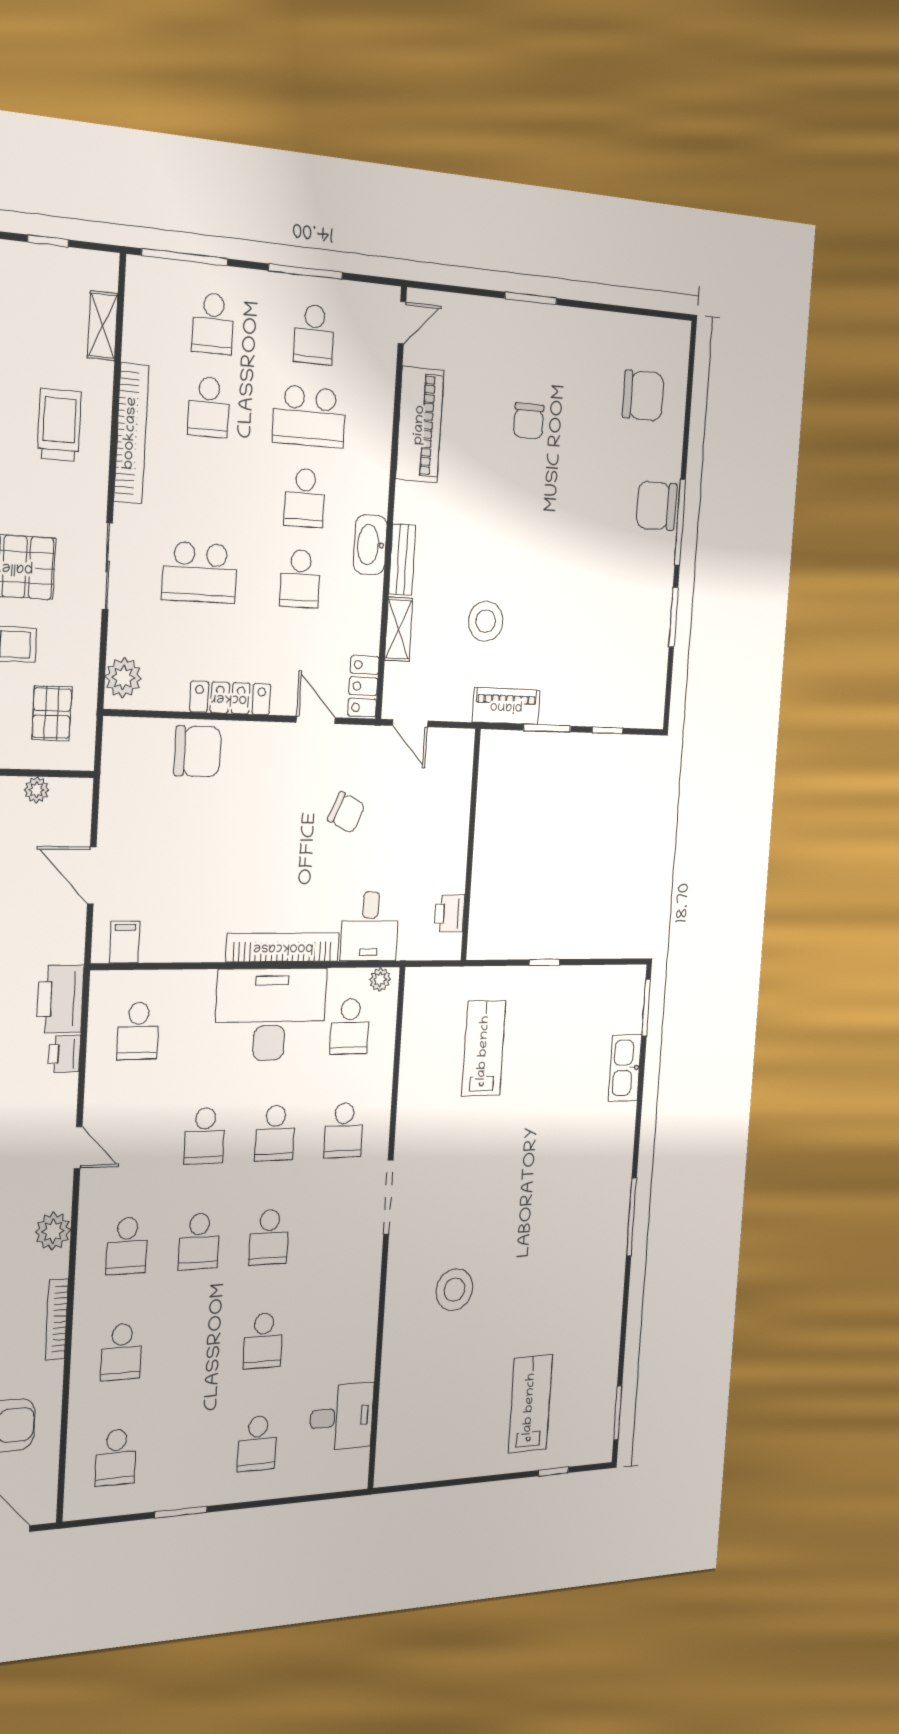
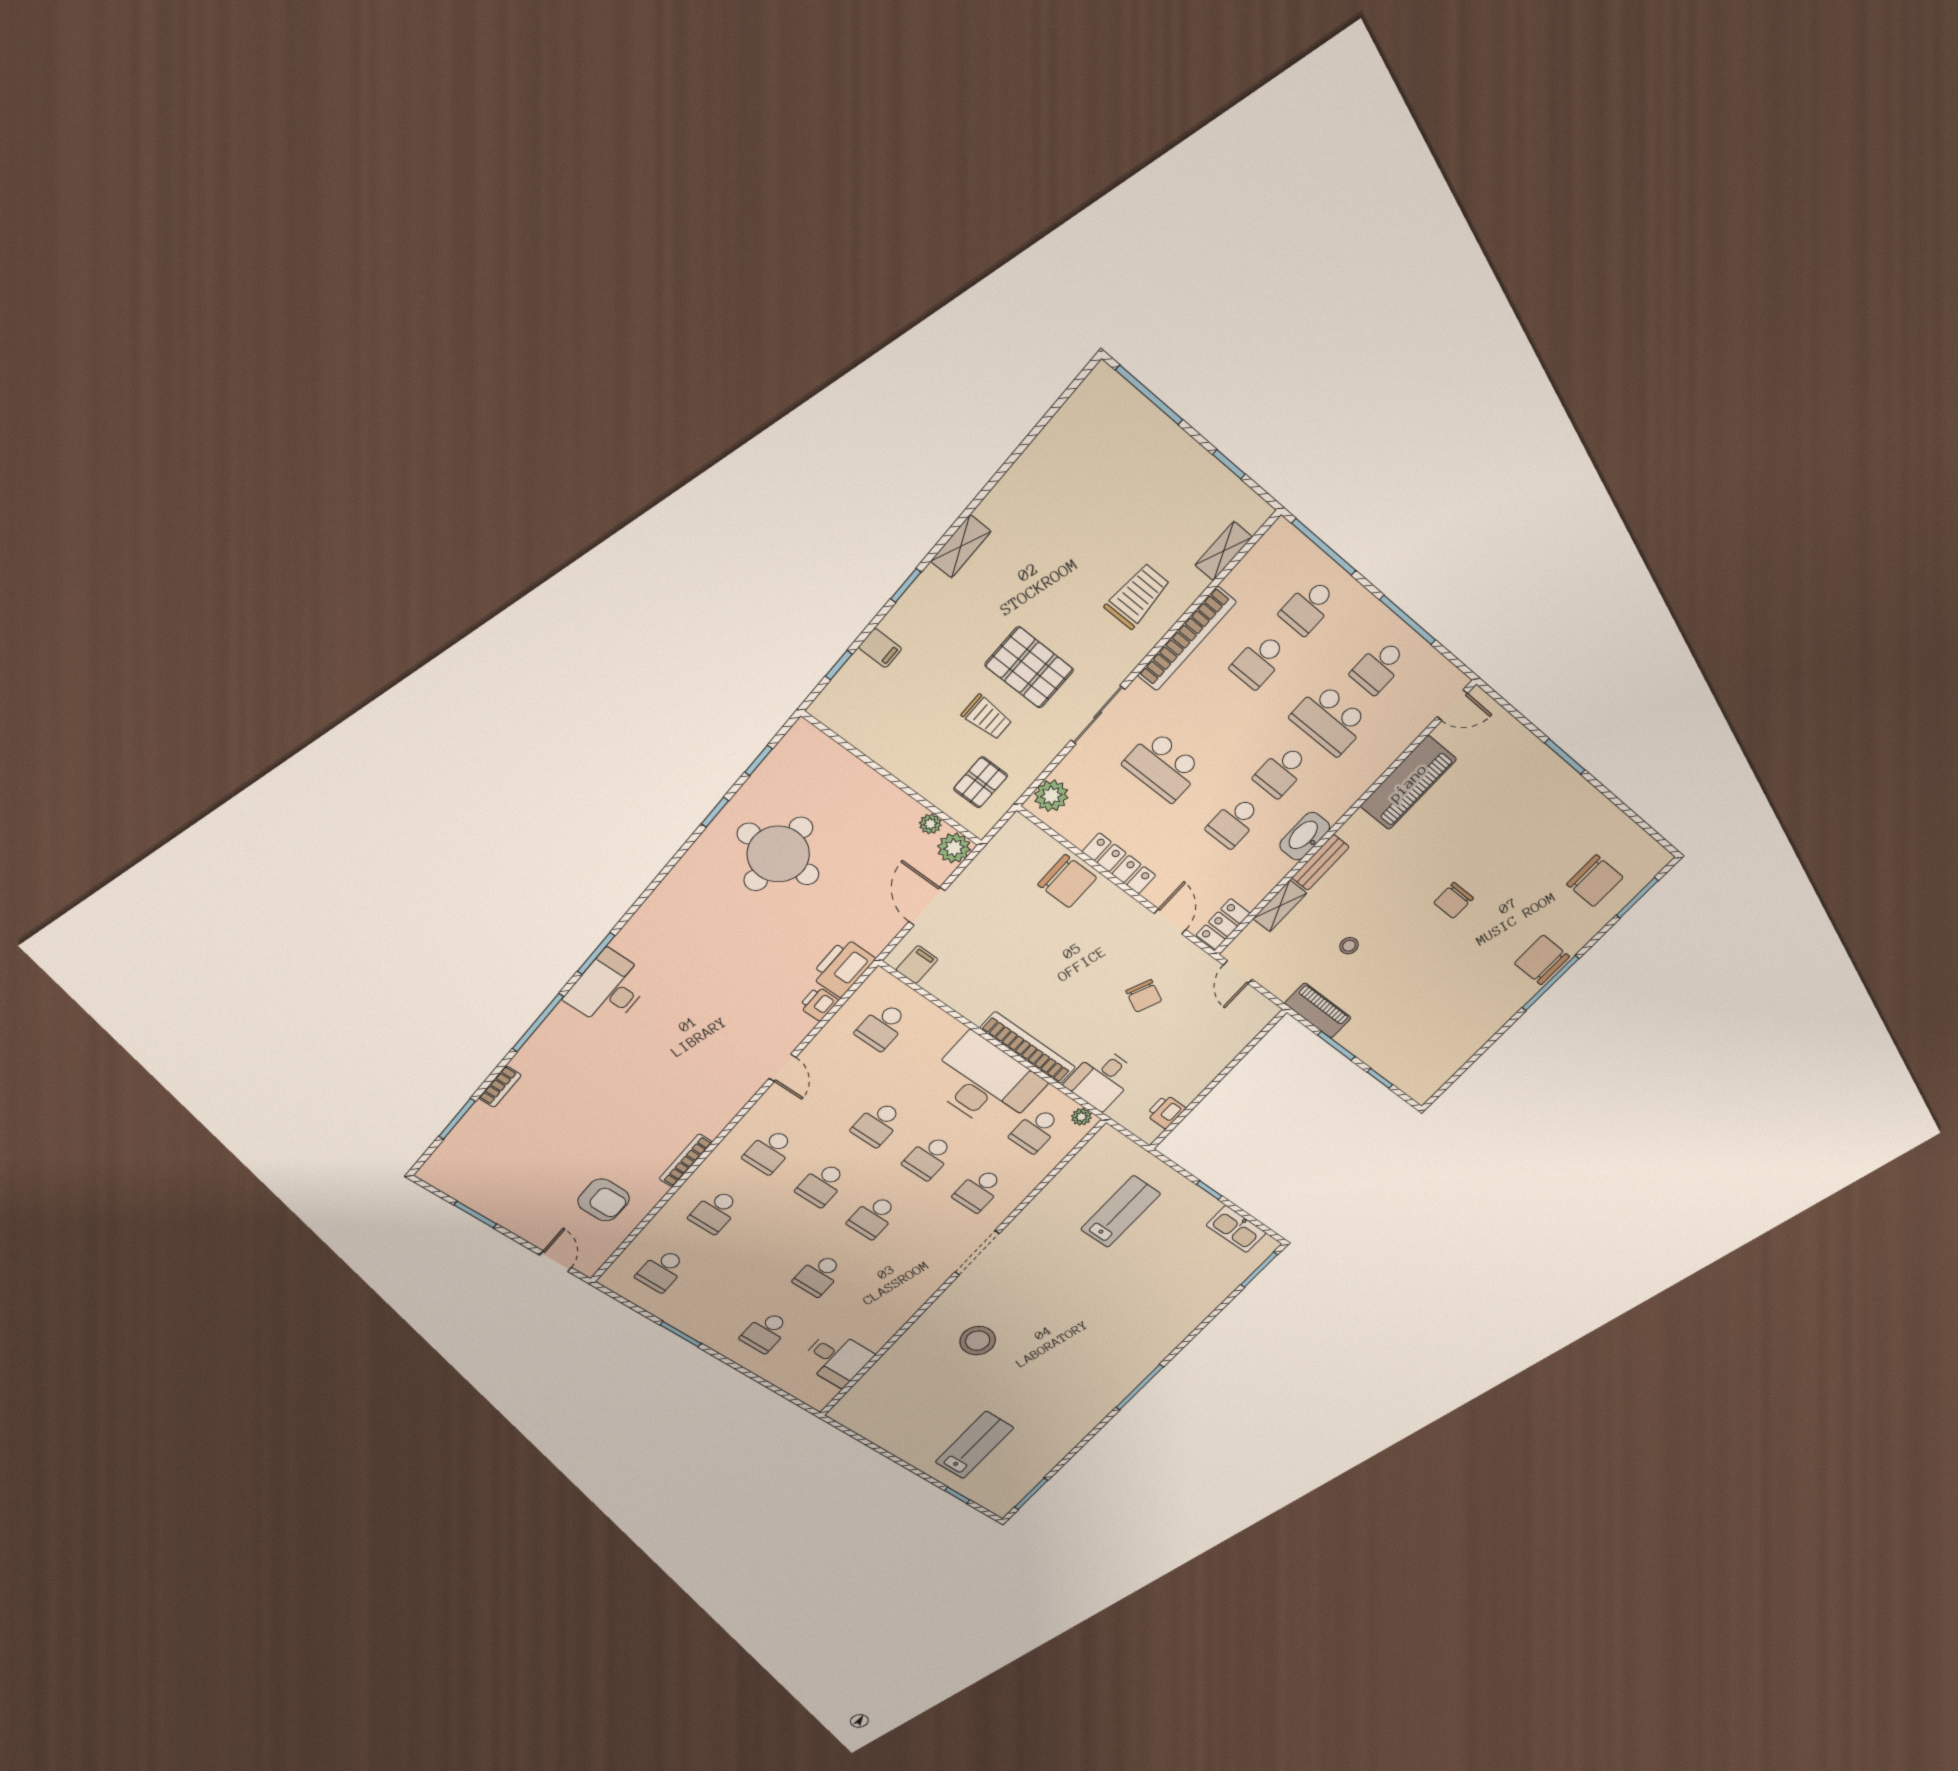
chair: (529, 421) -> (1454, 900), moved
window: (673, 617) -> (1637, 898), moved
stool: (486, 621) -> (1349, 946), width x0.53, depth x0.53
kitchen sink: (625, 1068) -> (1236, 1229), moved, turned -90
plant: (53, 1231) -> (954, 848), moved

